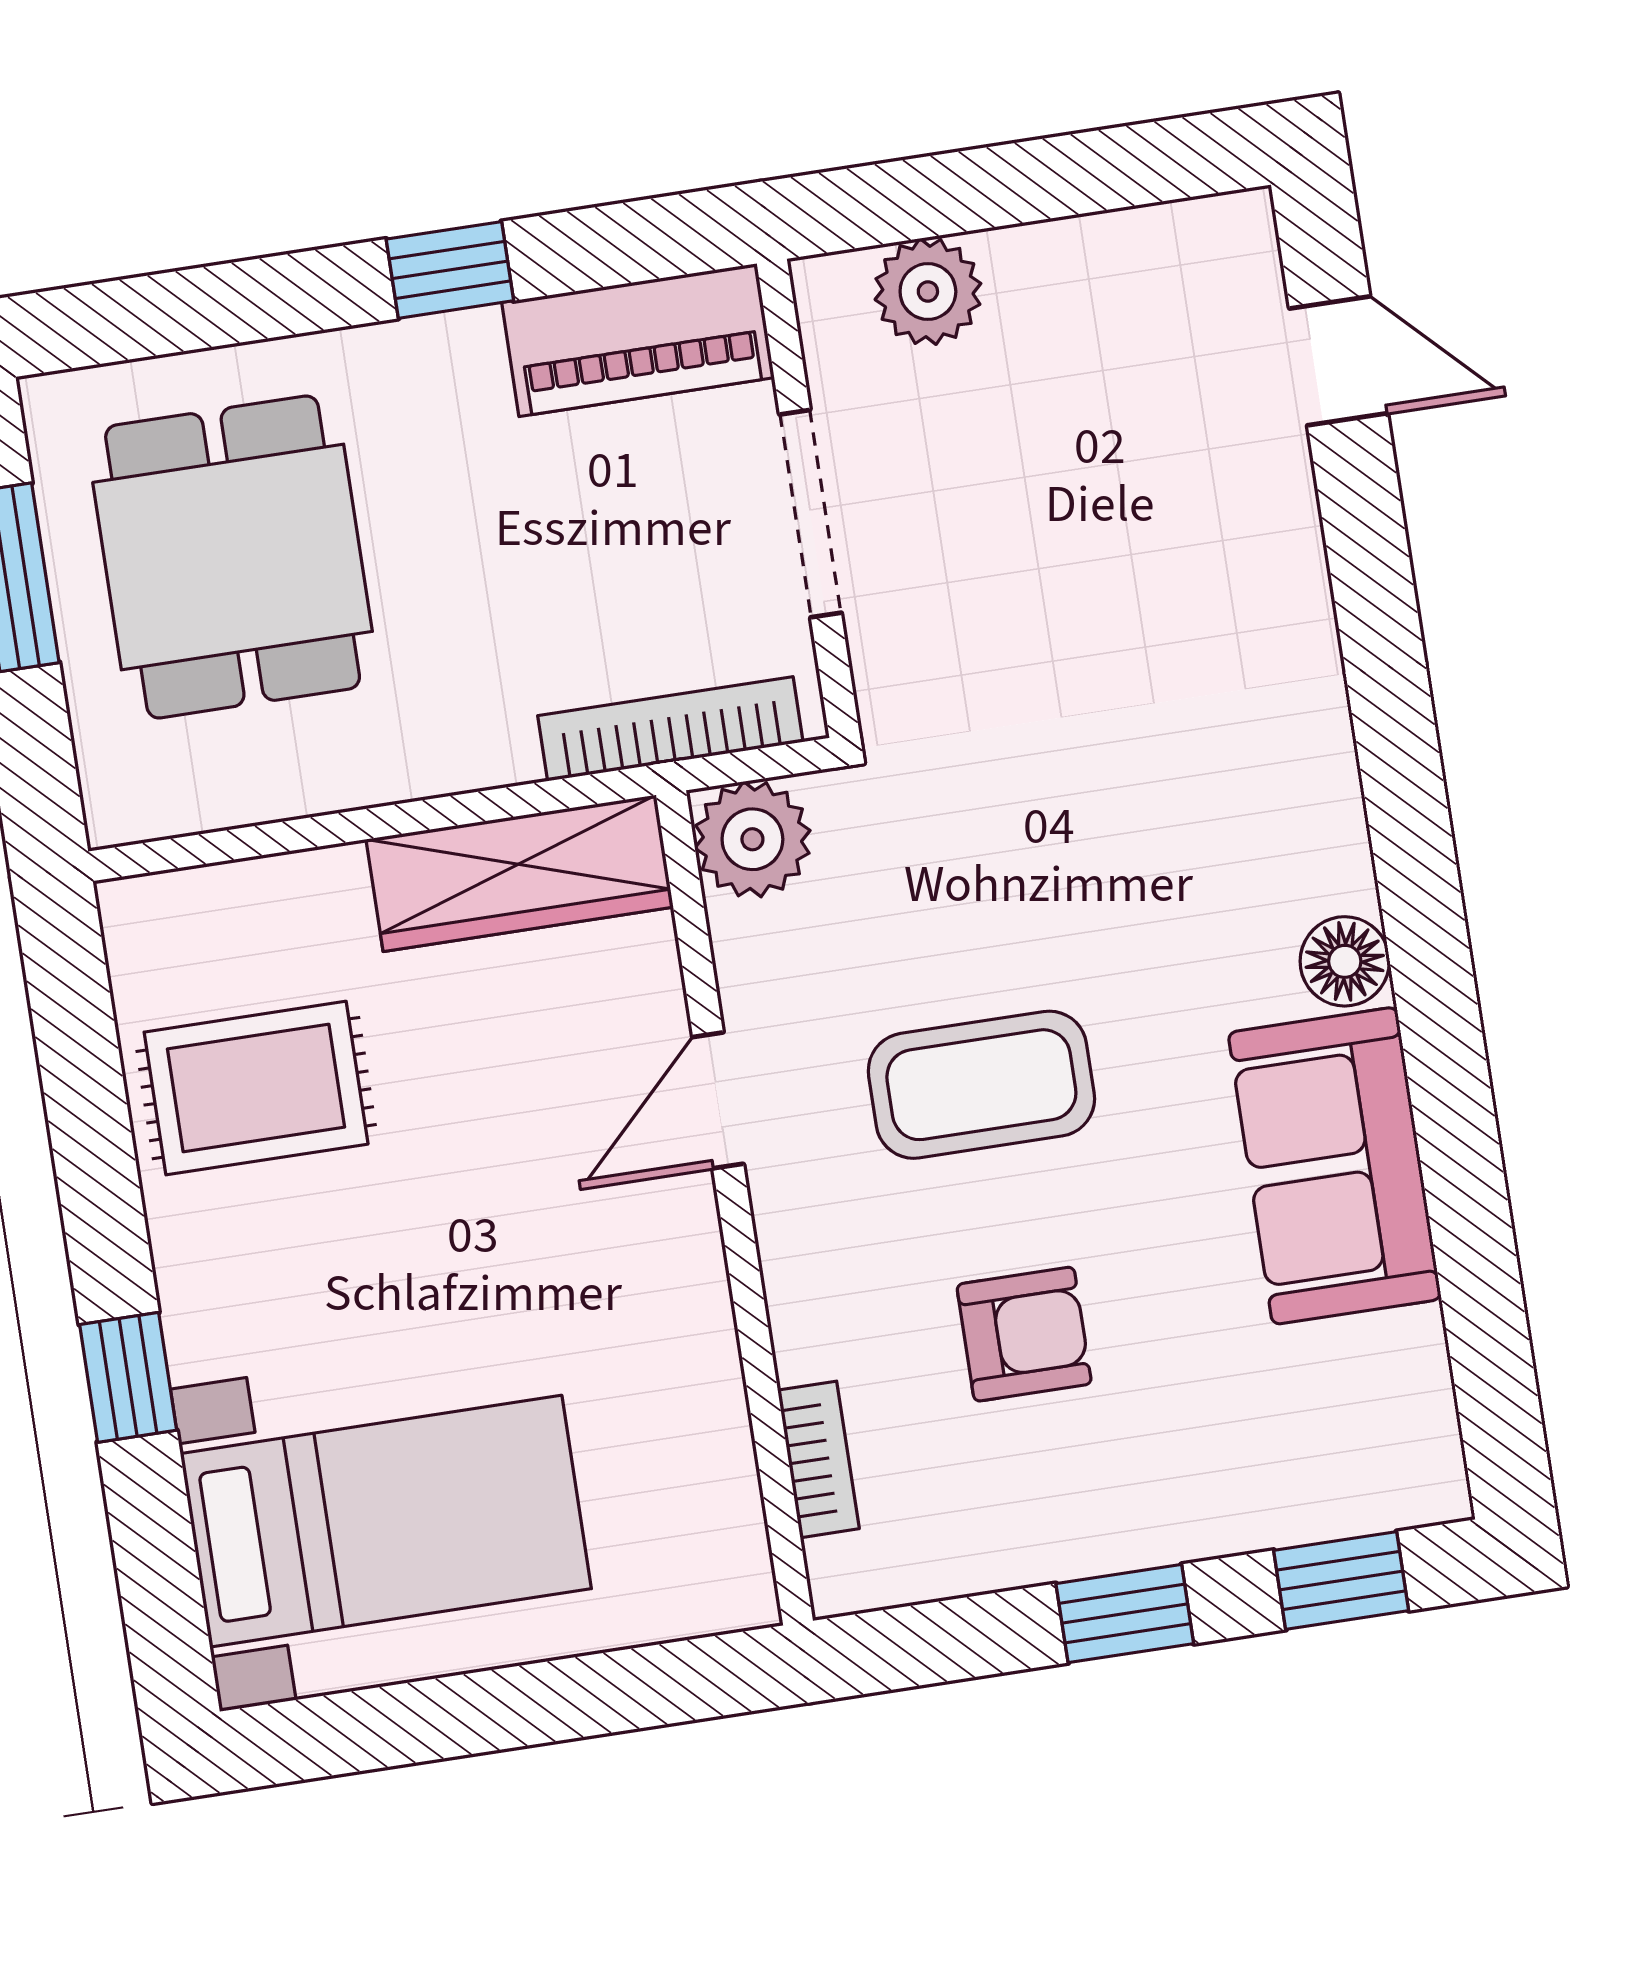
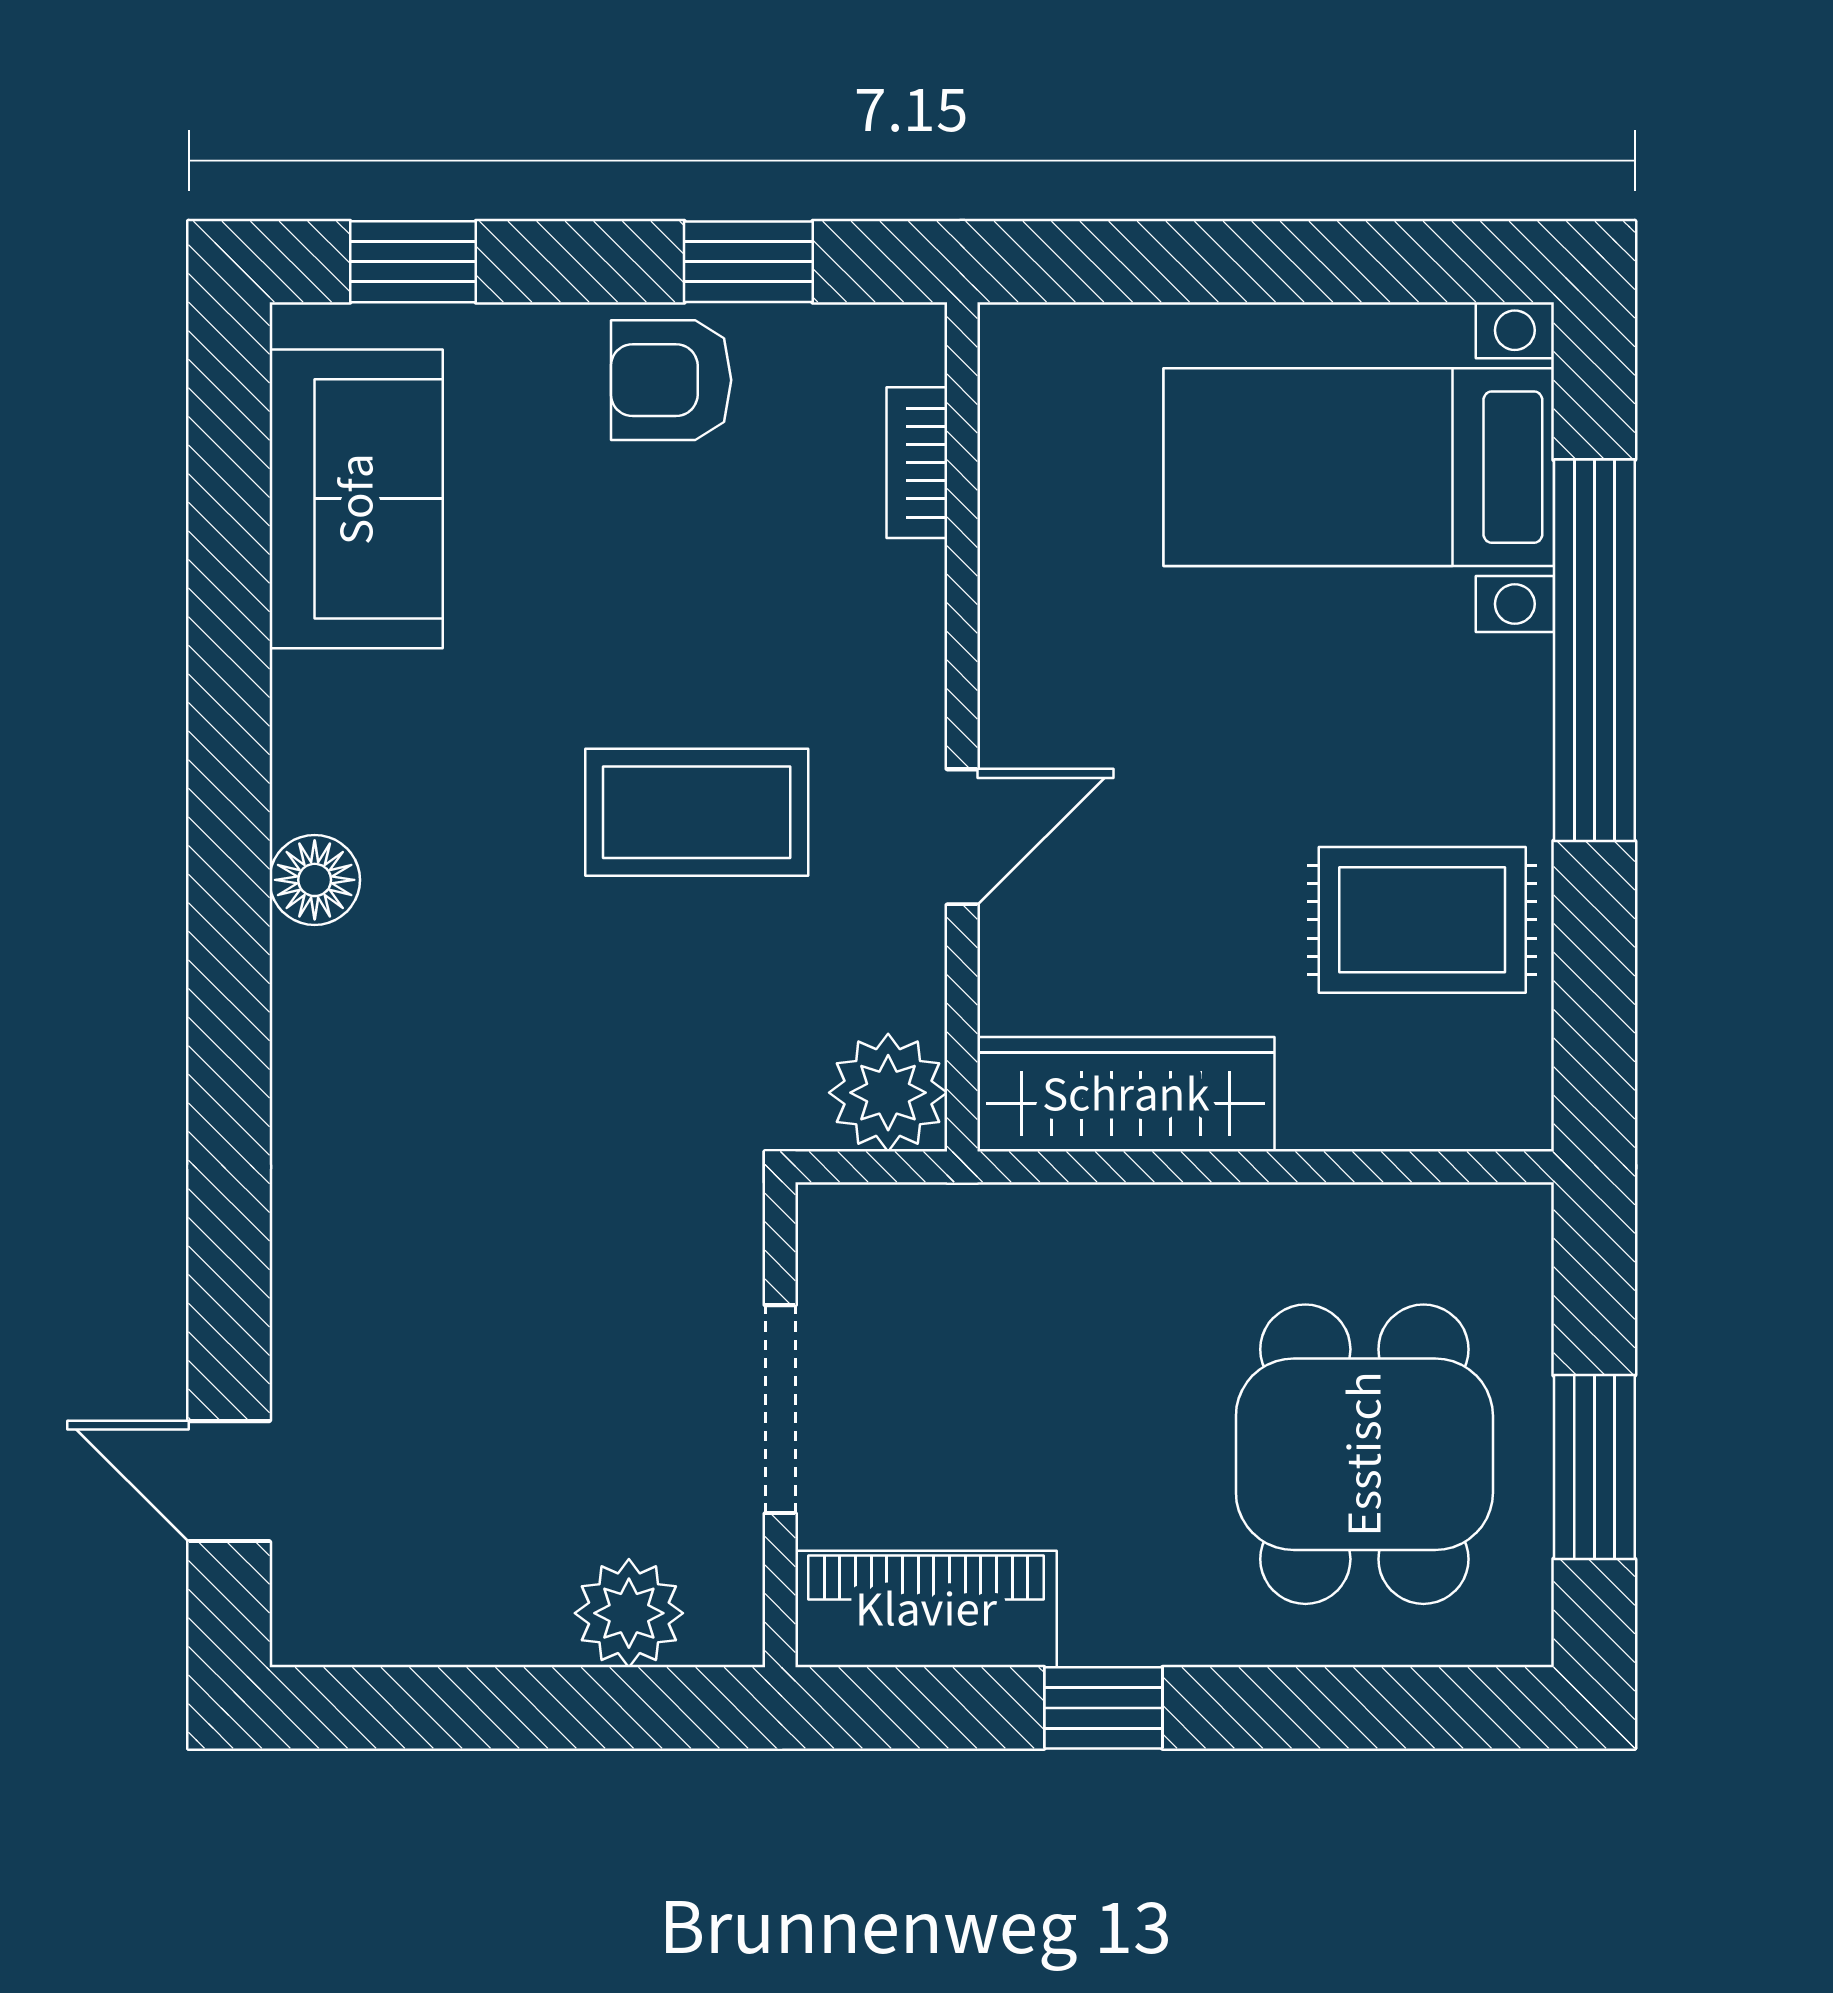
bookcase: (670, 729) -> (953, 1215), removed
sofa: (1335, 1166) -> (356, 499), moved
armchair: (1024, 1334) -> (671, 380), moved
window: (128, 1377) -> (1594, 650), width x3.17
window: (1125, 1614) -> (748, 262), moved

